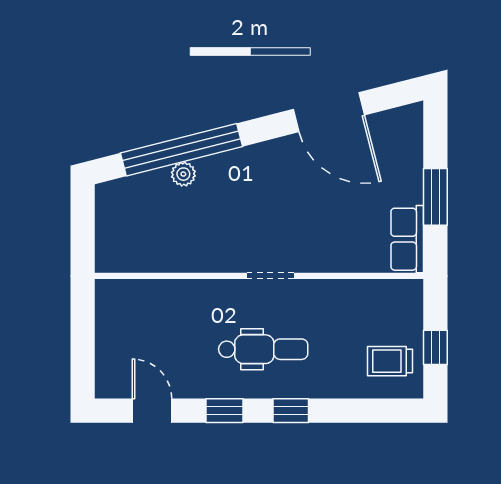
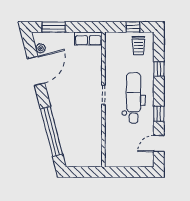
plant: (183, 174) -> (41, 48), moved
window: (435, 197) -> (54, 27), moved
dental chair: (263, 349) -> (134, 98), width x1.36, depth x1.38
window: (291, 411) -> (159, 69), moved

